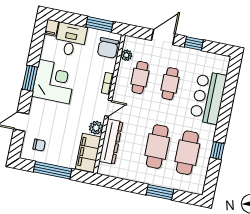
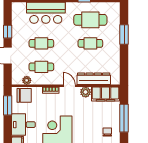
cafe table: (157, 147) -> (90, 43), width x0.73, depth x0.74

